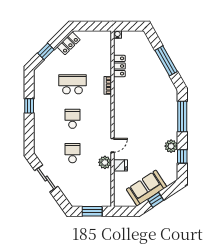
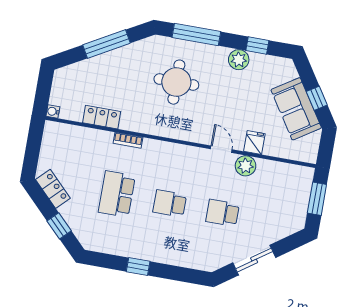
round table: (150, 109) -> (176, 82), added

